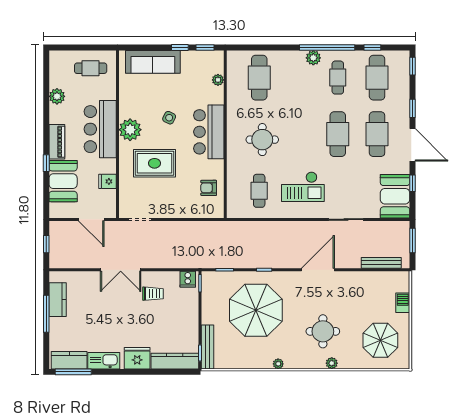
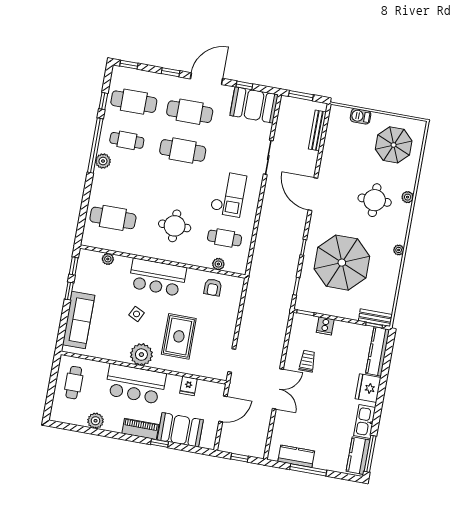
plant: (233, 189) -> (218, 264), added
cooker: (188, 279) -> (325, 326), moved, turned 90
bench: (208, 347) -> (375, 318), width x0.73

